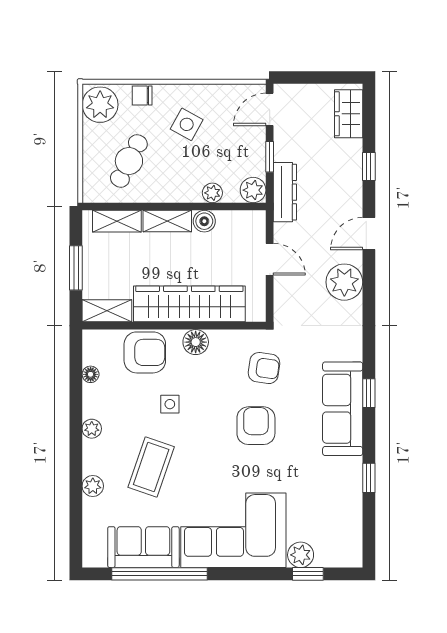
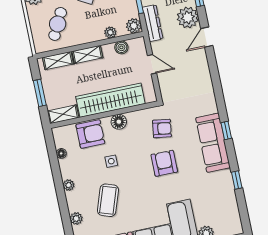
boiler: (204, 221) -> (121, 47), moved
plant: (344, 282) -> (188, 17), moved

